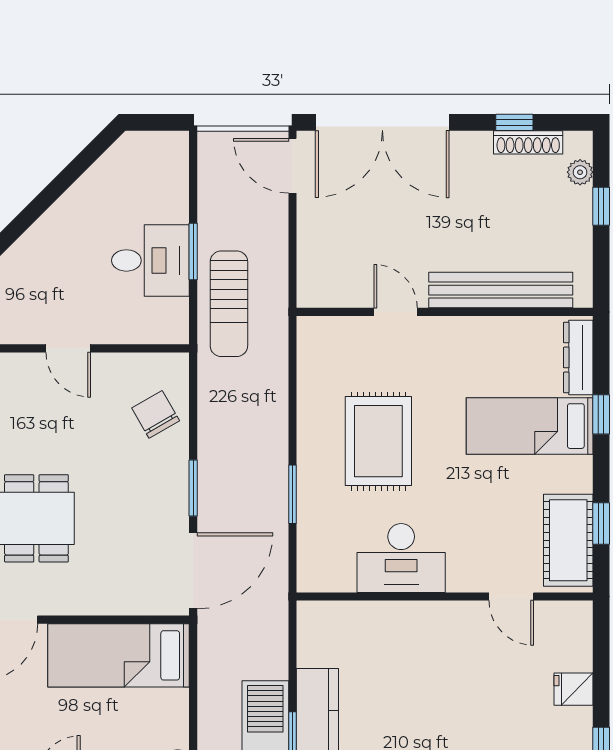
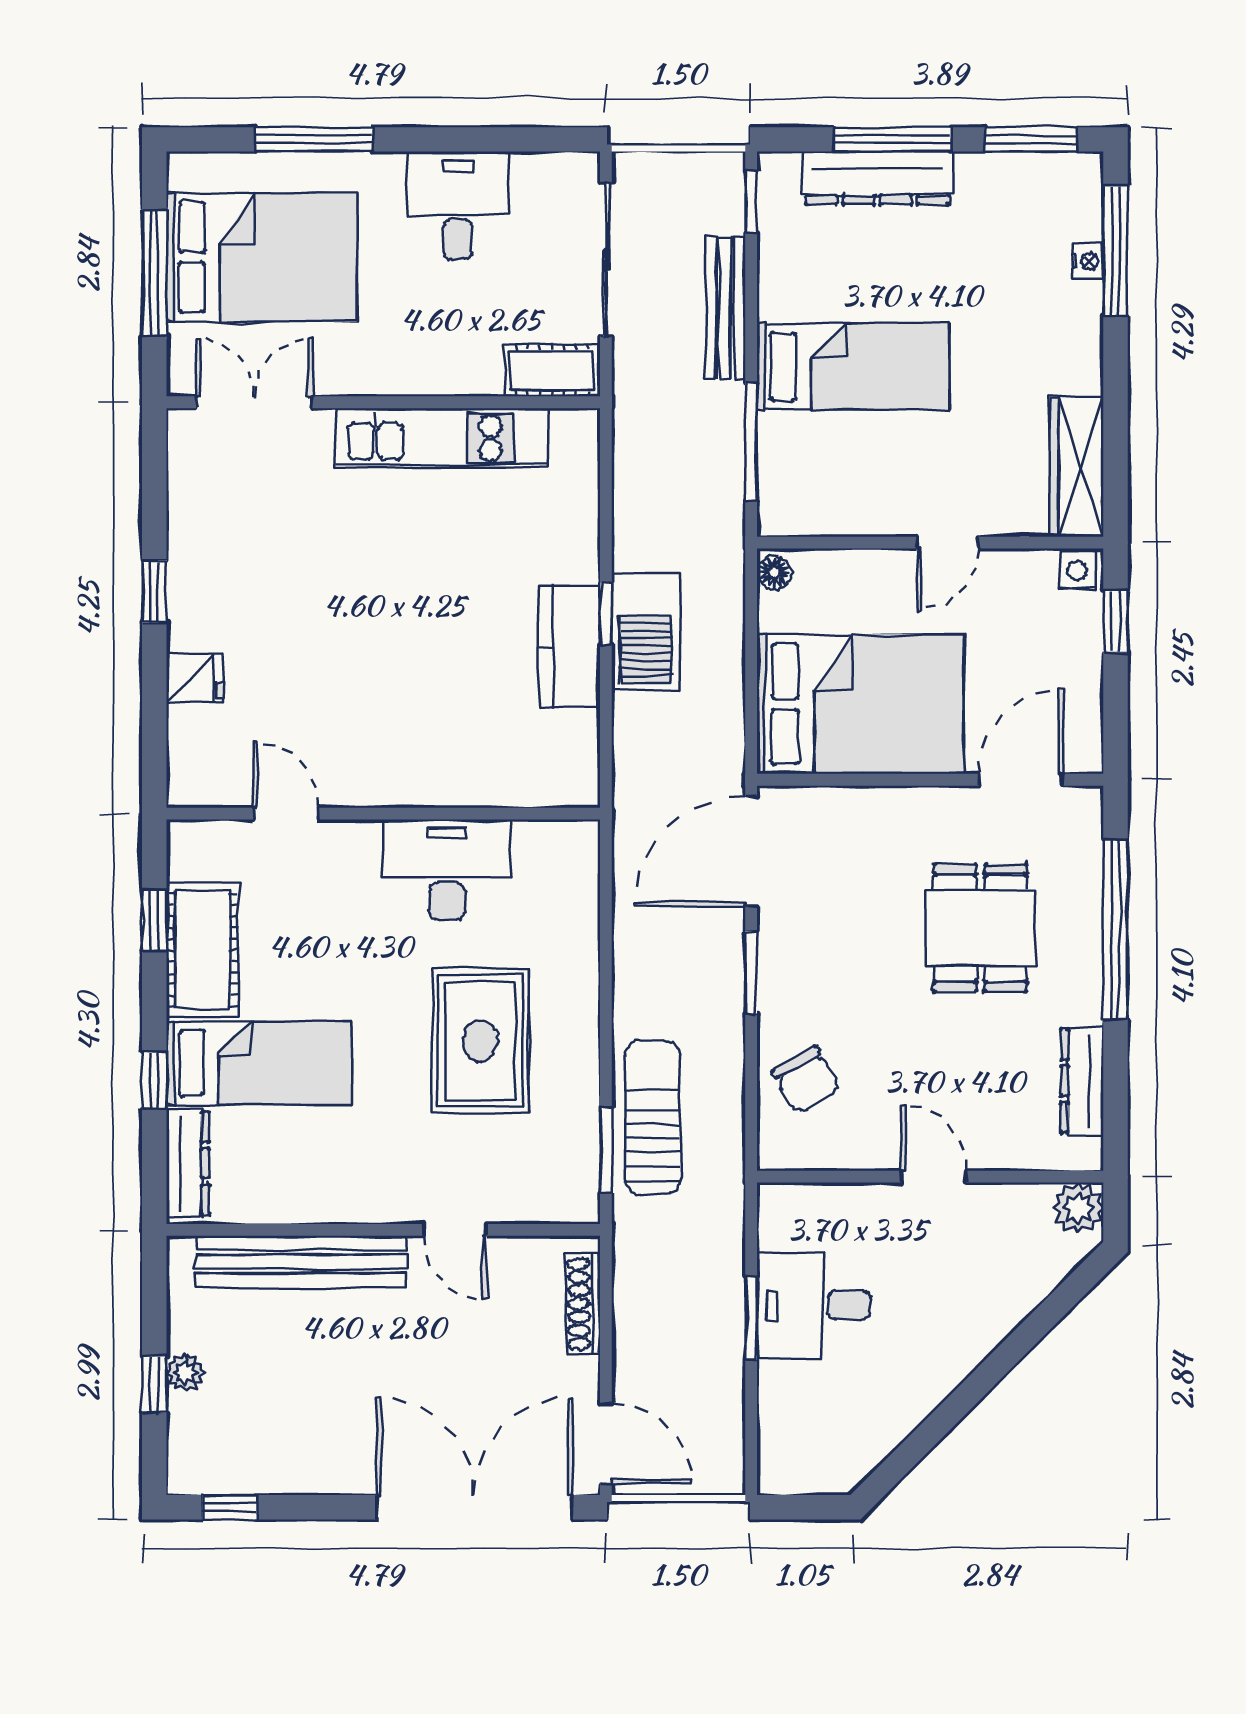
window: (514, 122) -> (230, 1507), moved
shoe rack: (528, 142) -> (583, 1304), moved, turned -90
plant: (580, 172) -> (185, 1373), moved
sun lounger: (229, 304) -> (653, 1117), moved
window: (292, 494) -> (606, 1150), moved
cot: (568, 540) -> (202, 950), moved
bed: (119, 655) -> (860, 704), width x1.50

